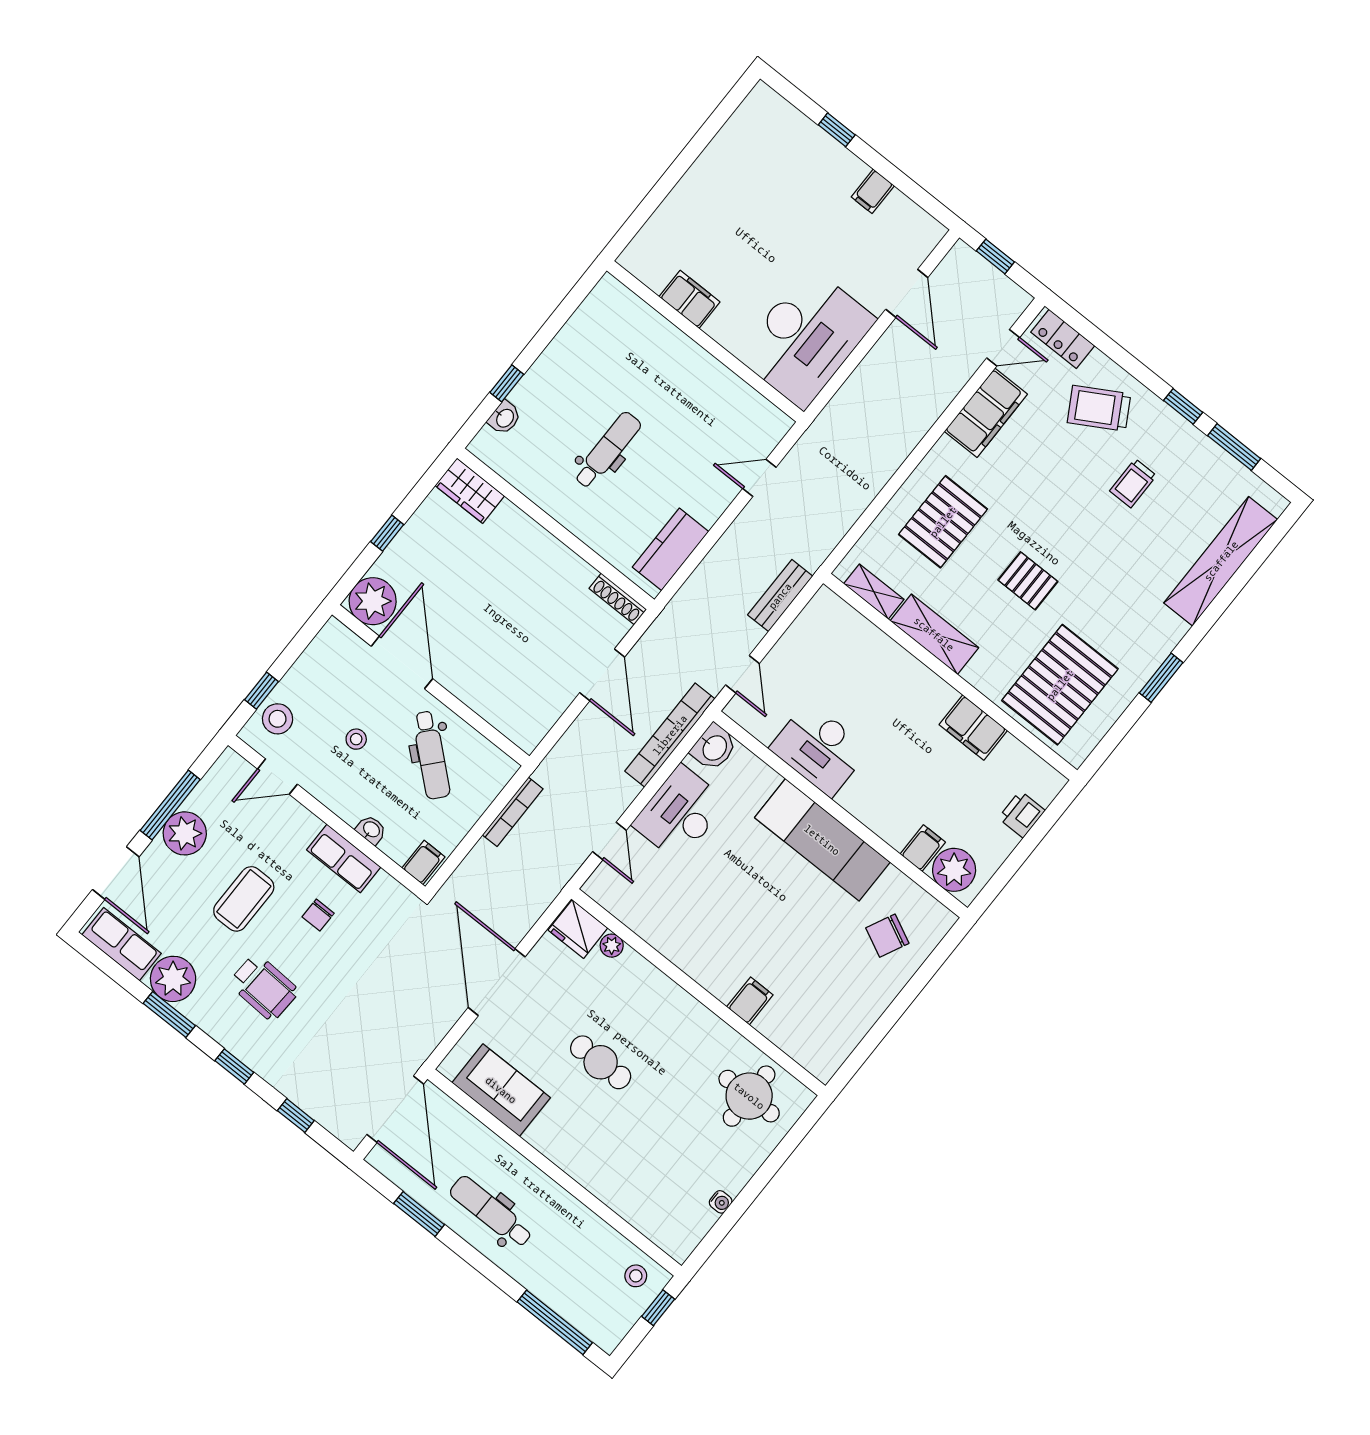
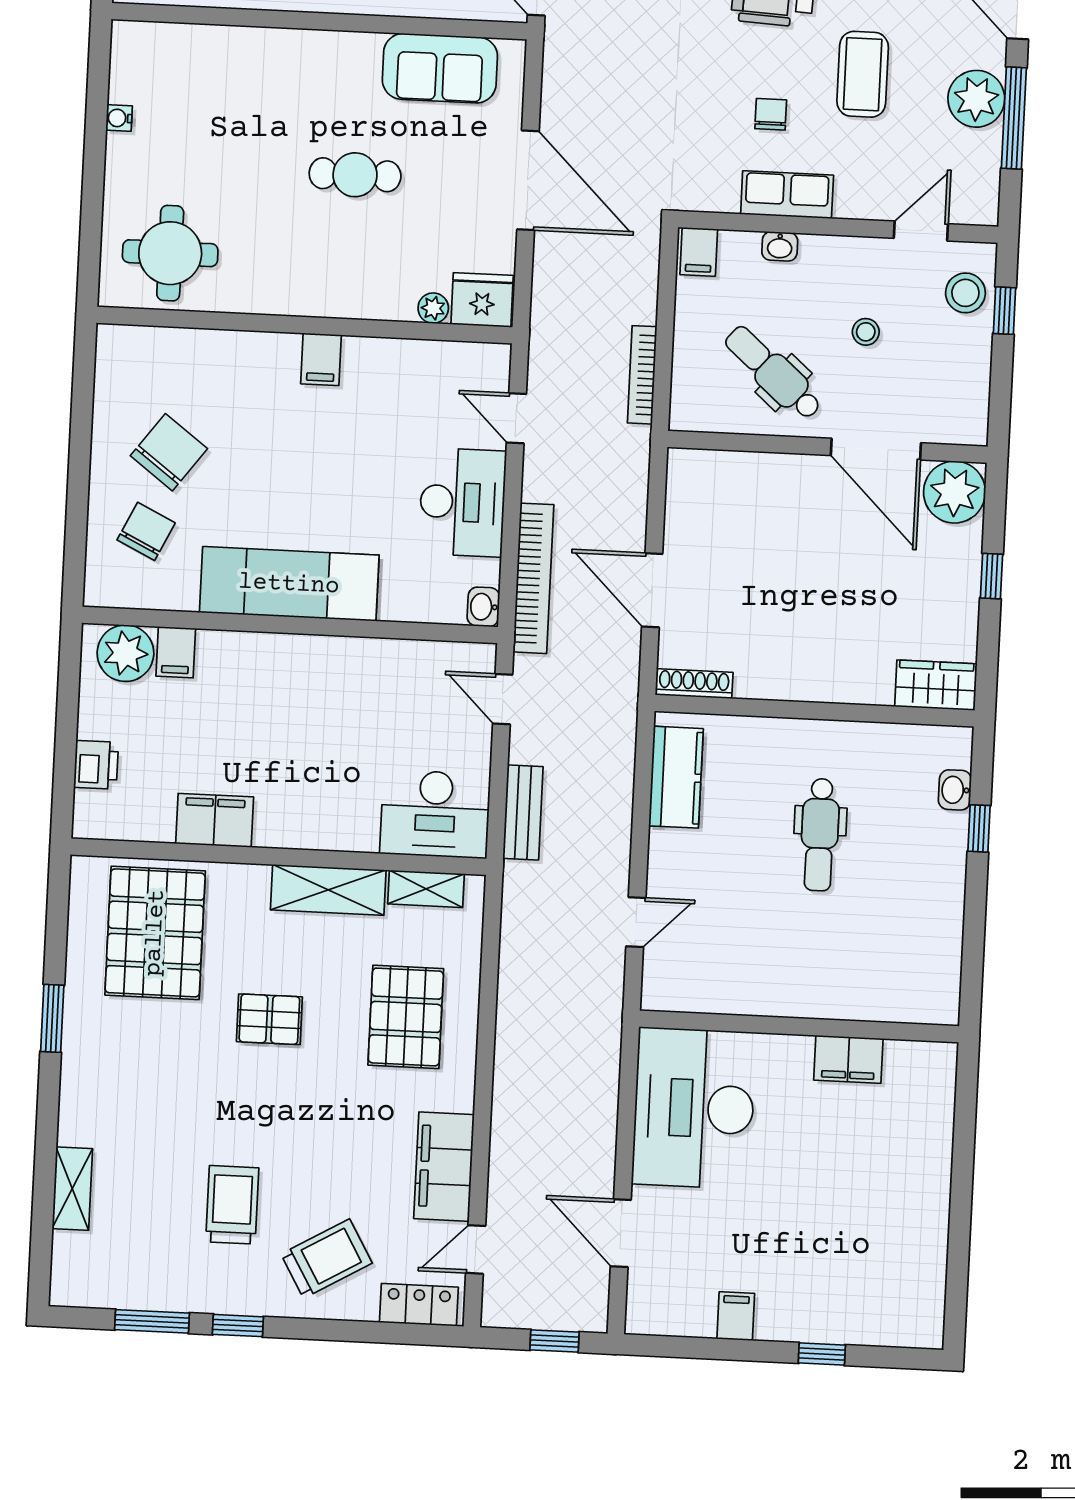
trolley: (1133, 483) -> (232, 1205), width x1.36, depth x1.39
shelving: (1221, 561) -> (72, 1189), width x0.45, depth x0.75
washbasin: (714, 747) -> (483, 607), width x0.72, depth x0.69
desk: (819, 749) -> (435, 814), moved, turned 180
chair: (838, 974) -> (169, 452), added
filing cabinet: (750, 1001) -> (321, 359), moved

